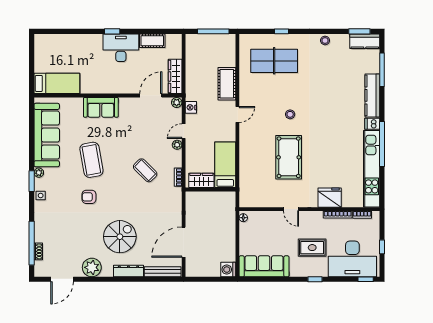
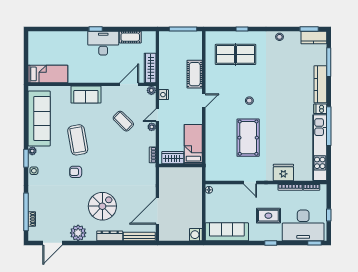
coffee table: (145, 170) -> (123, 121), moved

